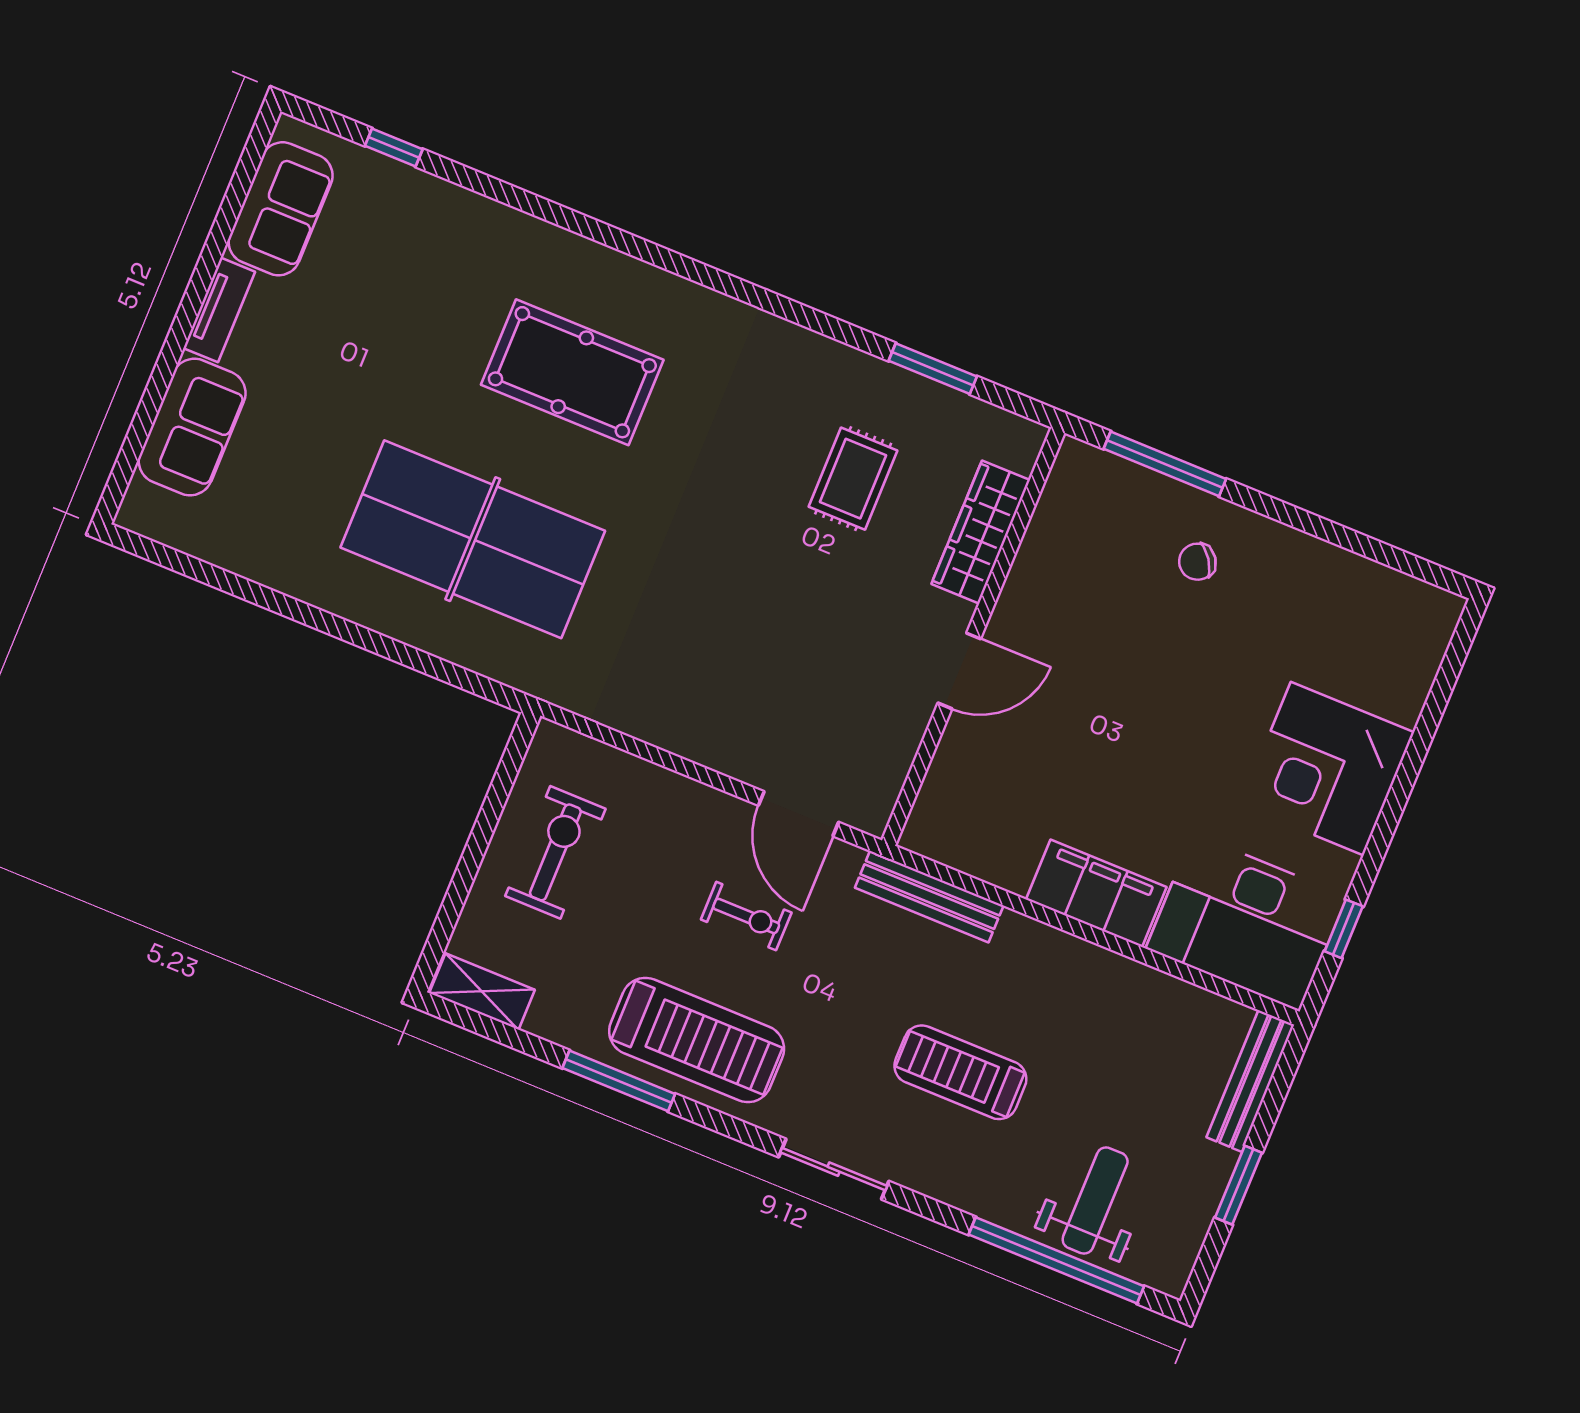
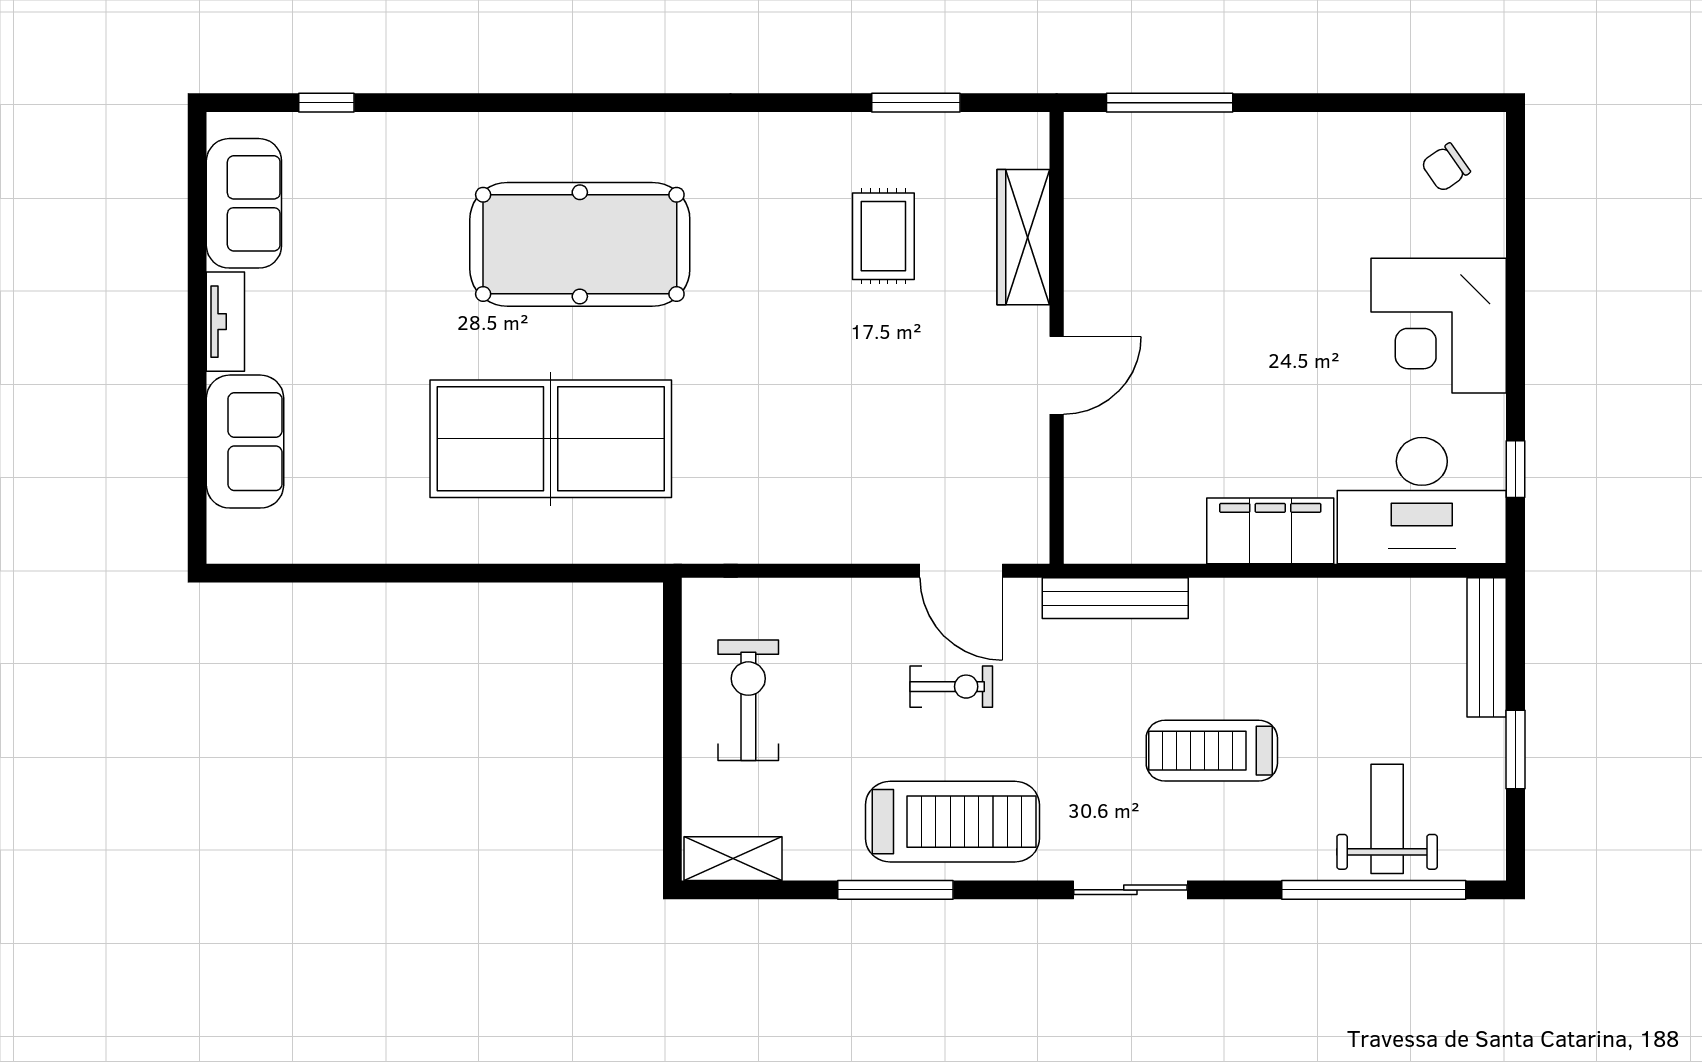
pool table: (572, 372) -> (580, 244), width x1.36, depth x1.32
chair: (1197, 562) -> (1446, 167), moved

